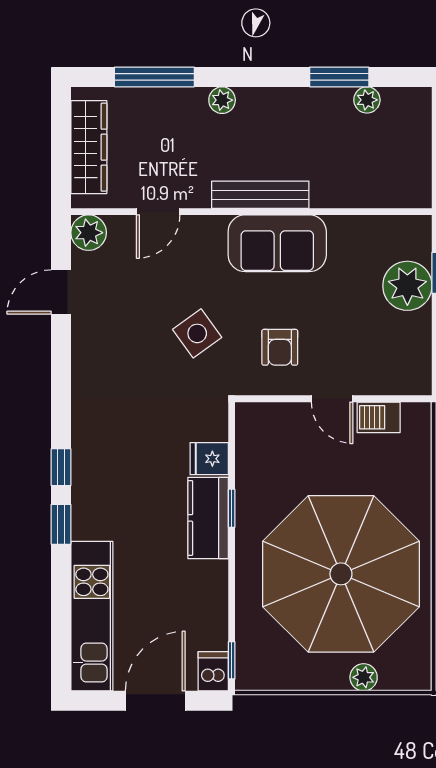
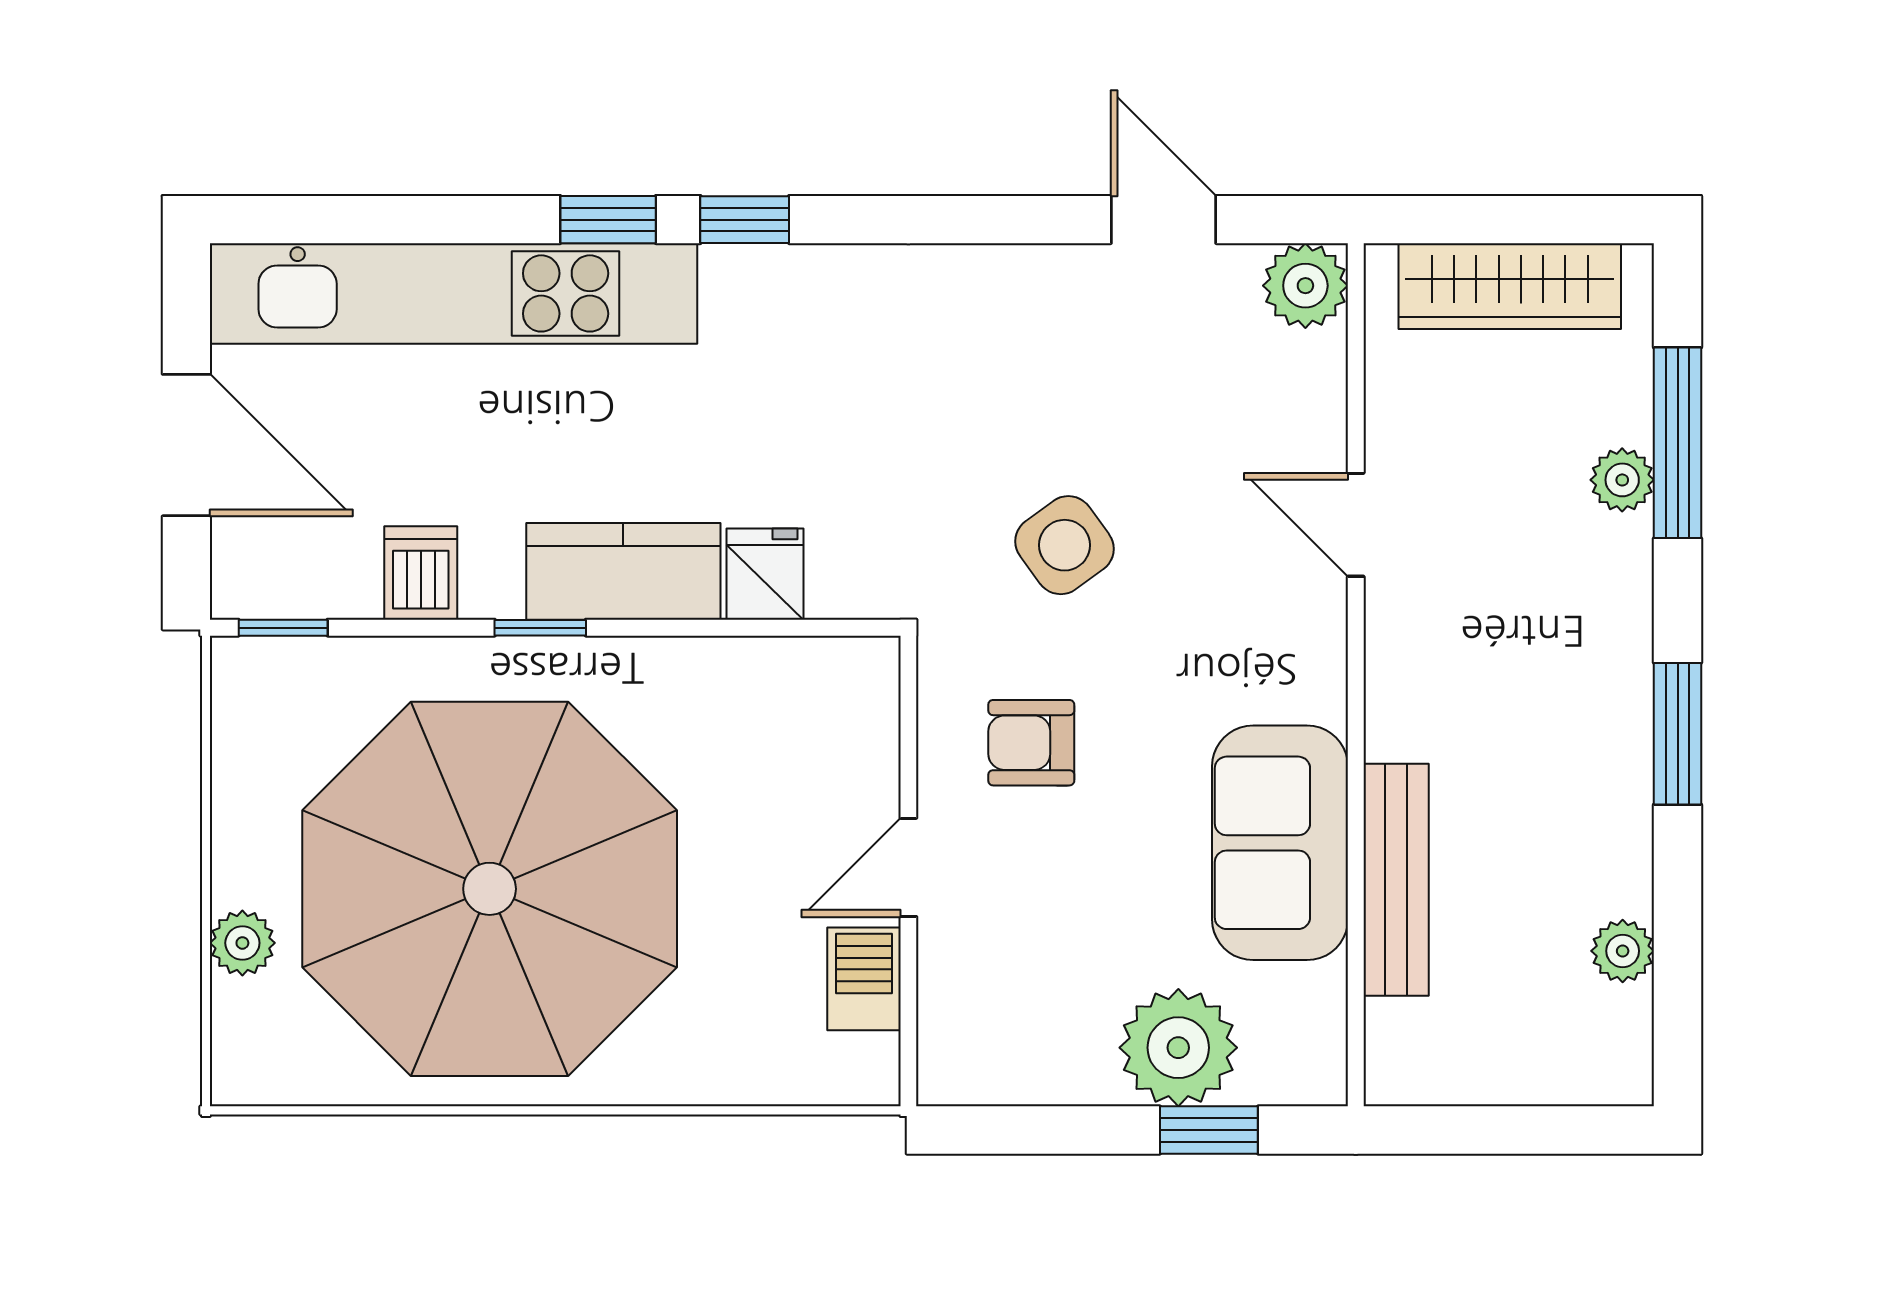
window: (339, 77) -> (1678, 734), moved
plant: (222, 100) -> (1622, 480), moved
bench: (260, 195) -> (1396, 880), moved
door: (158, 212) -> (1356, 525), moved
sofa: (277, 243) -> (1280, 843), moved
window: (232, 508) -> (540, 628), moved
kitchen unit: (92, 616) -> (453, 293), width x1.36
dishwasher: (213, 671) -> (421, 573), moved, turned -90

